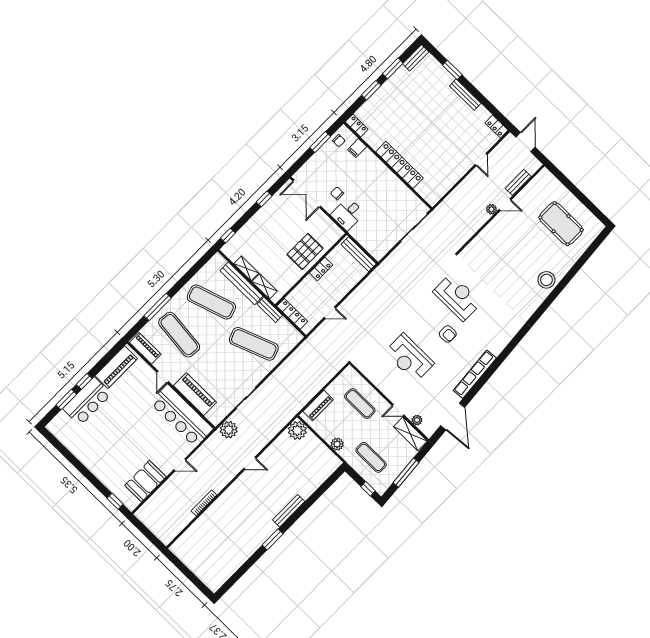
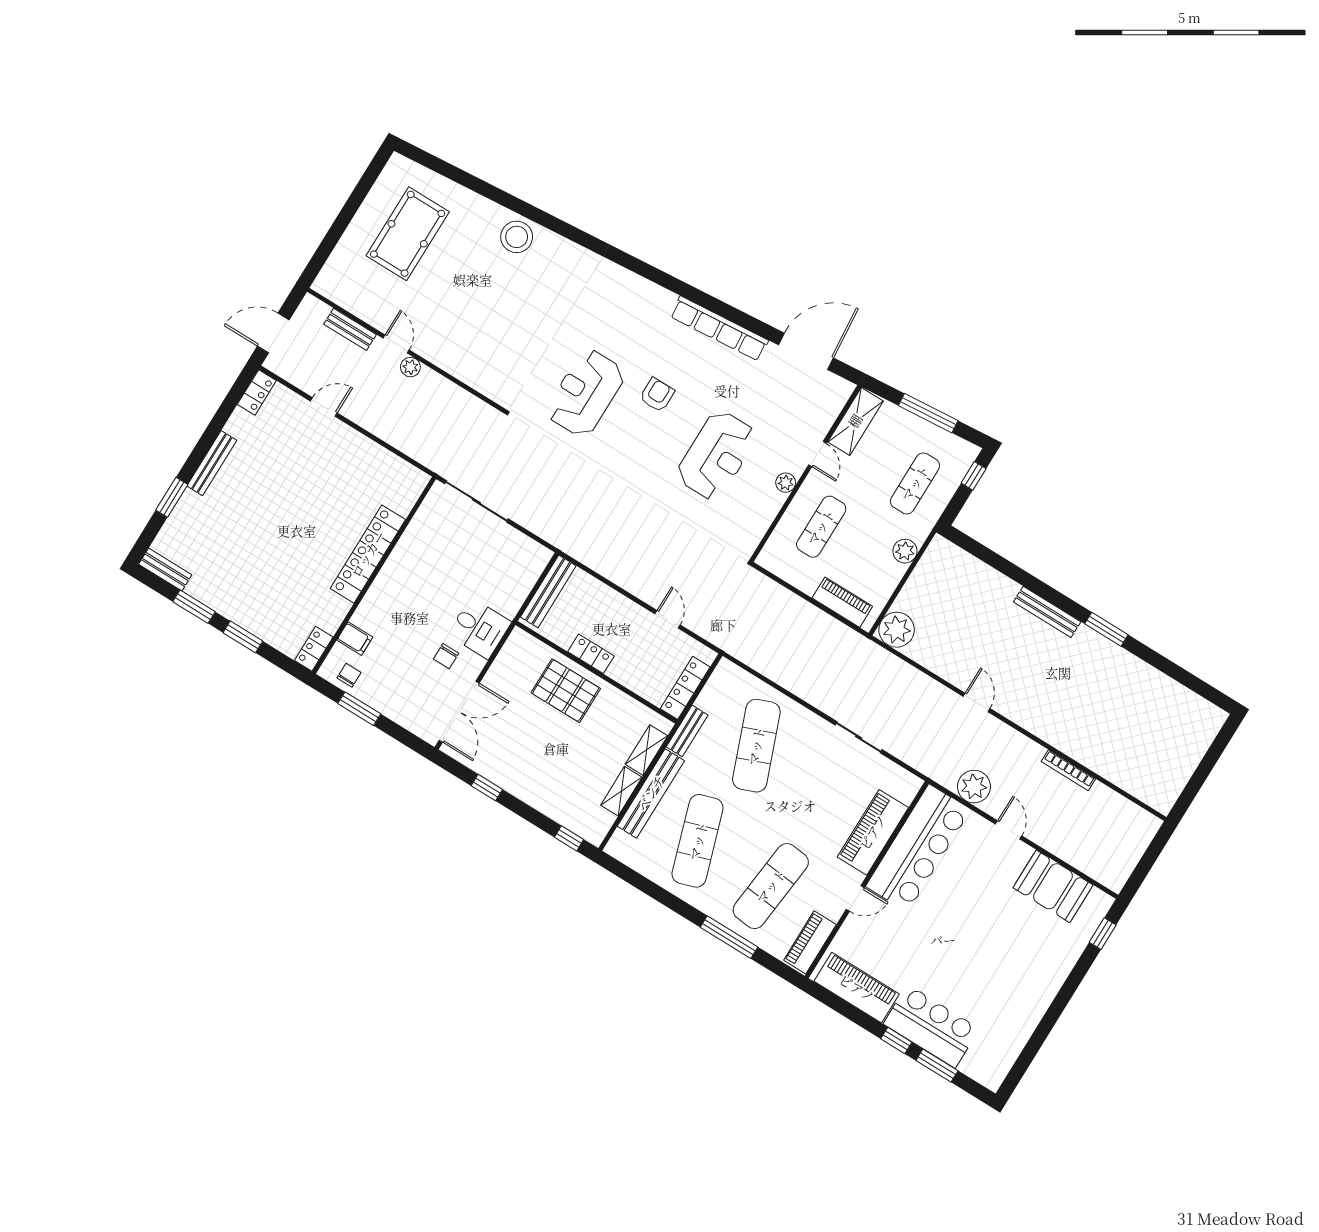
plant: (417, 420) -> (786, 483), moved
plant: (229, 430) -> (974, 787), moved

